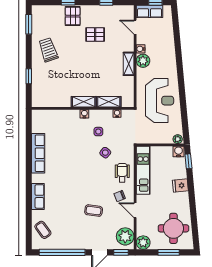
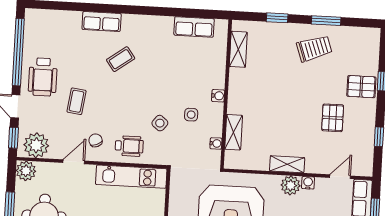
window: (29, 24) -> (326, 21), moved
shelving: (84, 102) -> (238, 49), moved
row of seats: (38, 153) -> (194, 27), moved, width x0.68
coffee table: (43, 230) -> (121, 59), moved
wheelchair: (78, 235) -> (43, 77), added

